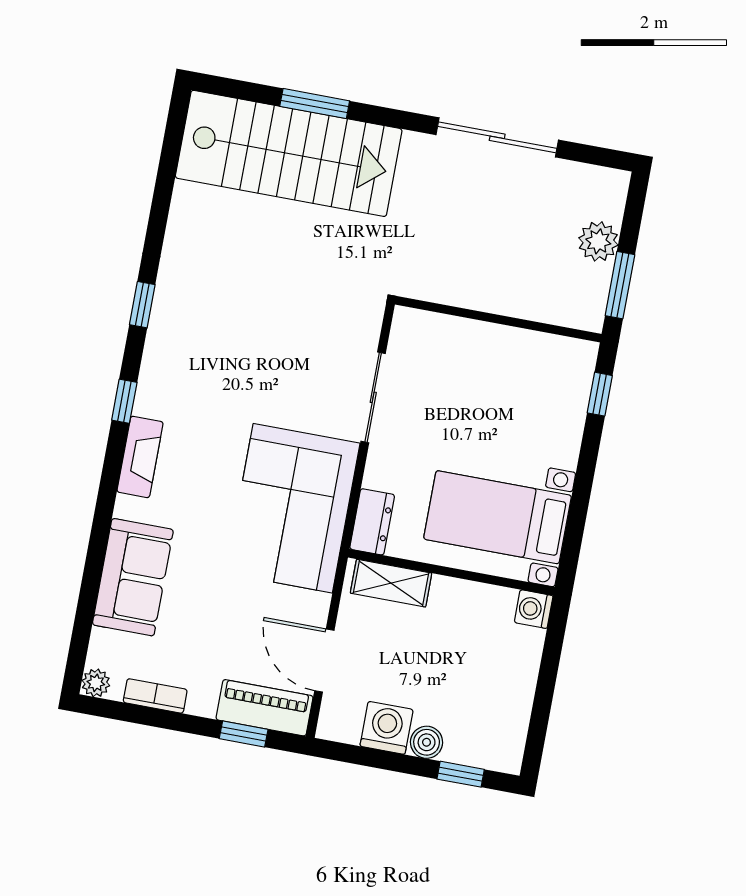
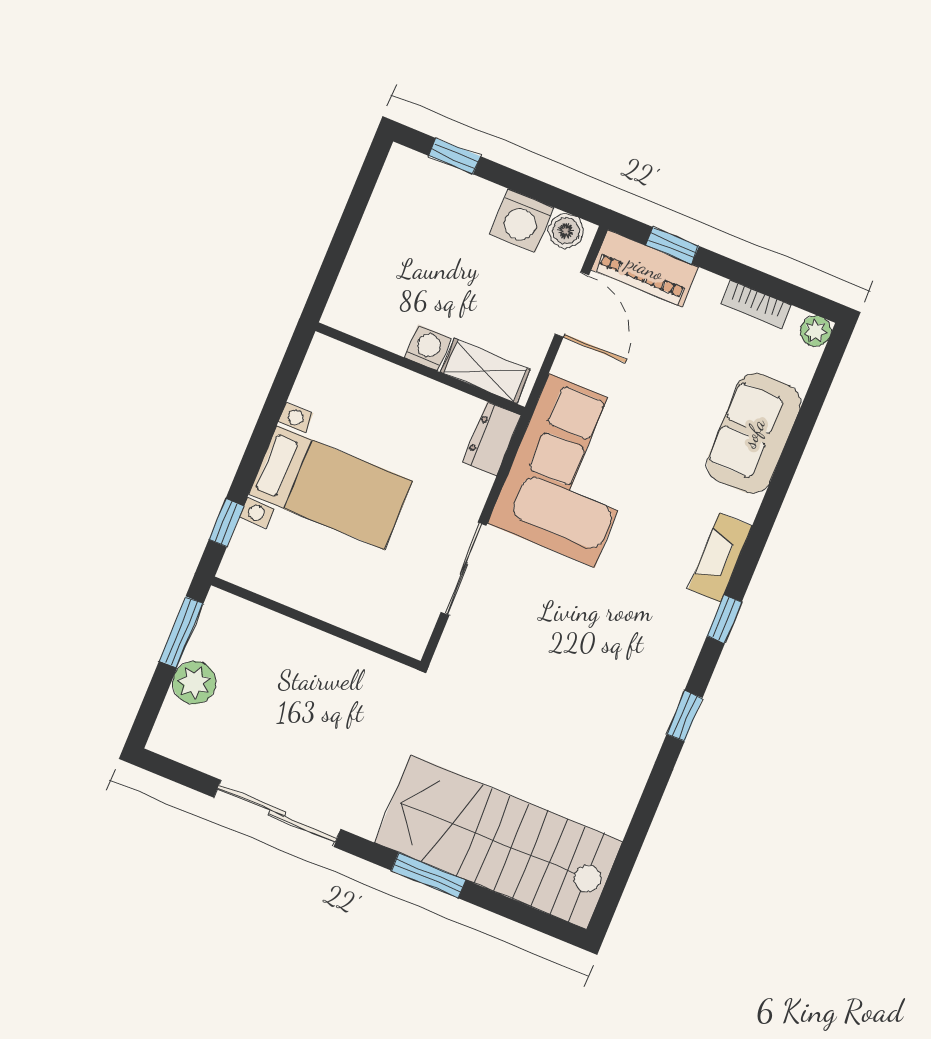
window: (315, 104) -> (428, 875), moved
bed with nightstands: (498, 517) -> (331, 487), moved
washing machine: (534, 609) -> (428, 348), moved, turned -90
boiler: (427, 742) -> (566, 231), moved

